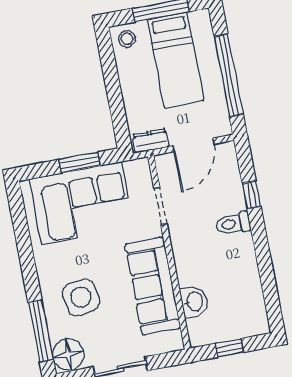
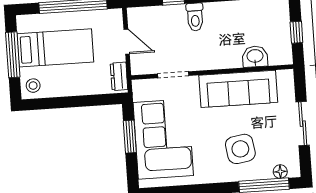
door: (193, 145) -> (127, 42), width x0.73
floor lamp: (68, 354) -> (280, 172), width x0.53, depth x0.53

